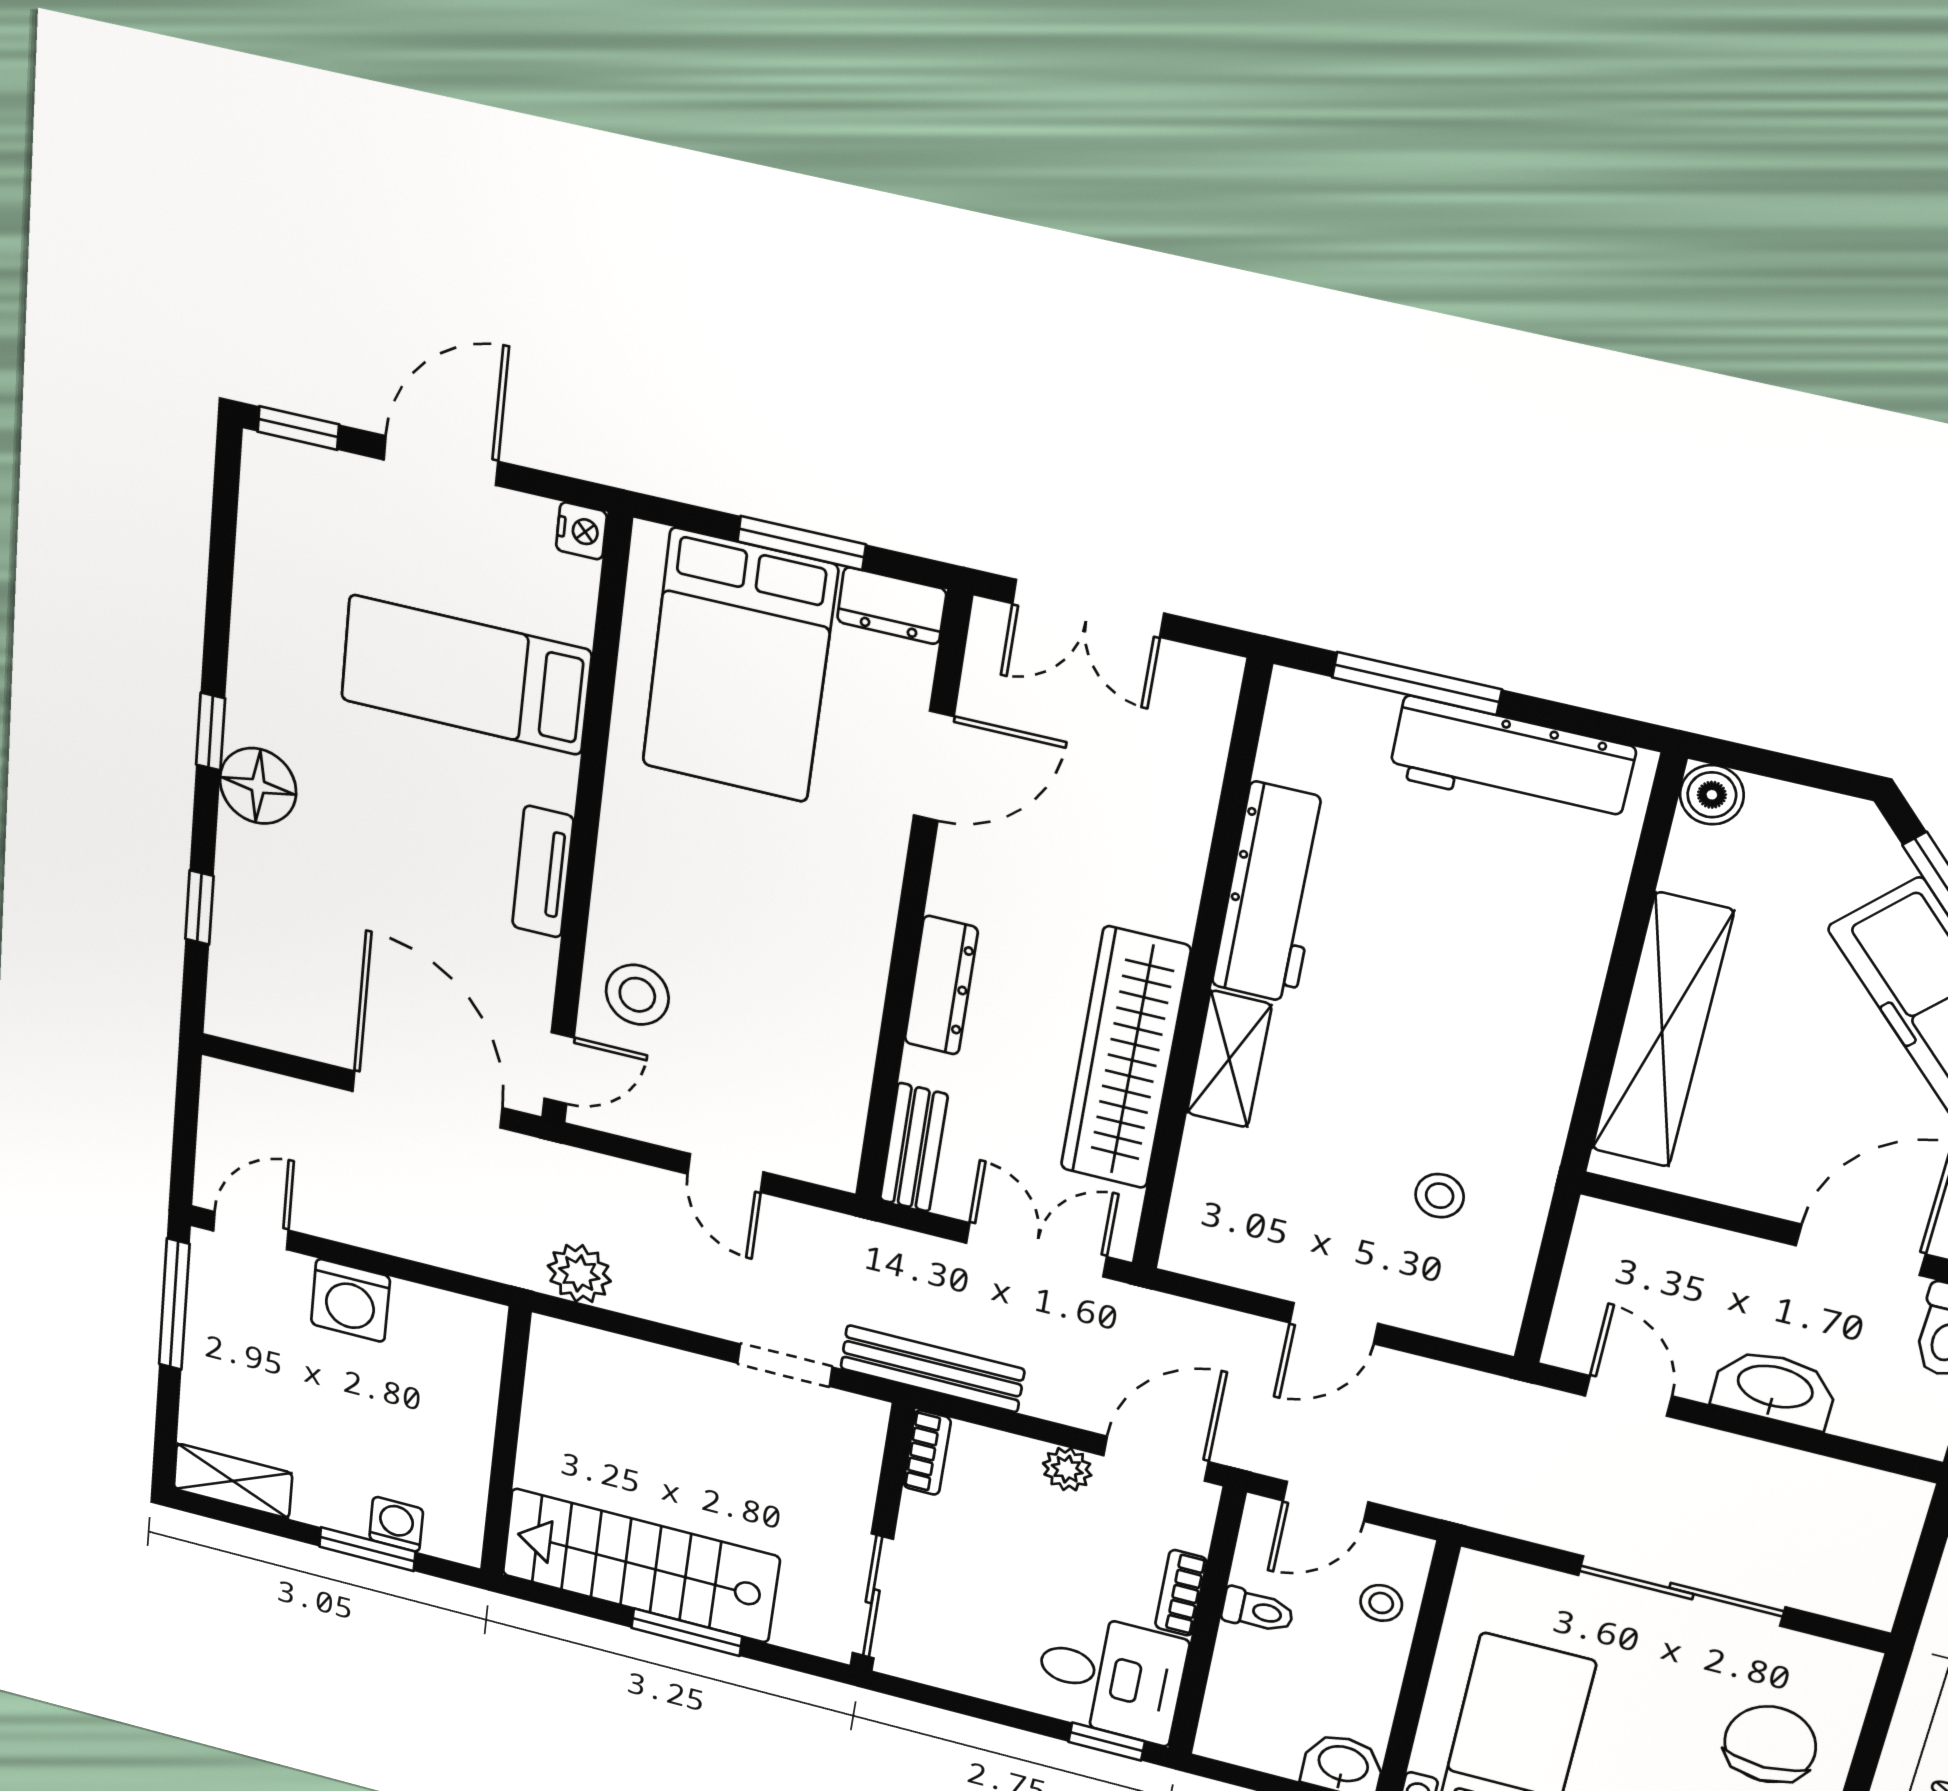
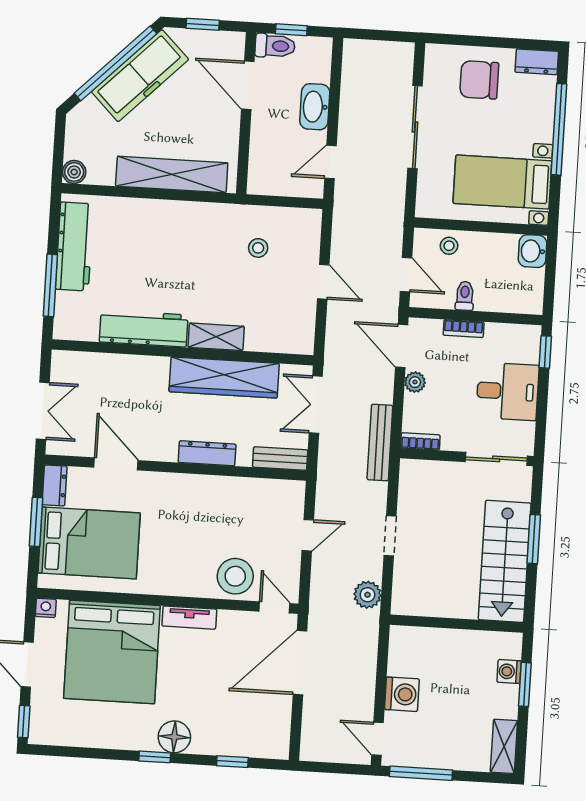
bed: (466, 675) -> (112, 652), width x2.04
stool: (637, 995) -> (235, 576), width x1.38, depth x1.38
doorway: (785, 1365) -> (390, 536), moved
desk: (1110, 1677) -> (508, 391), moved, turned 90

